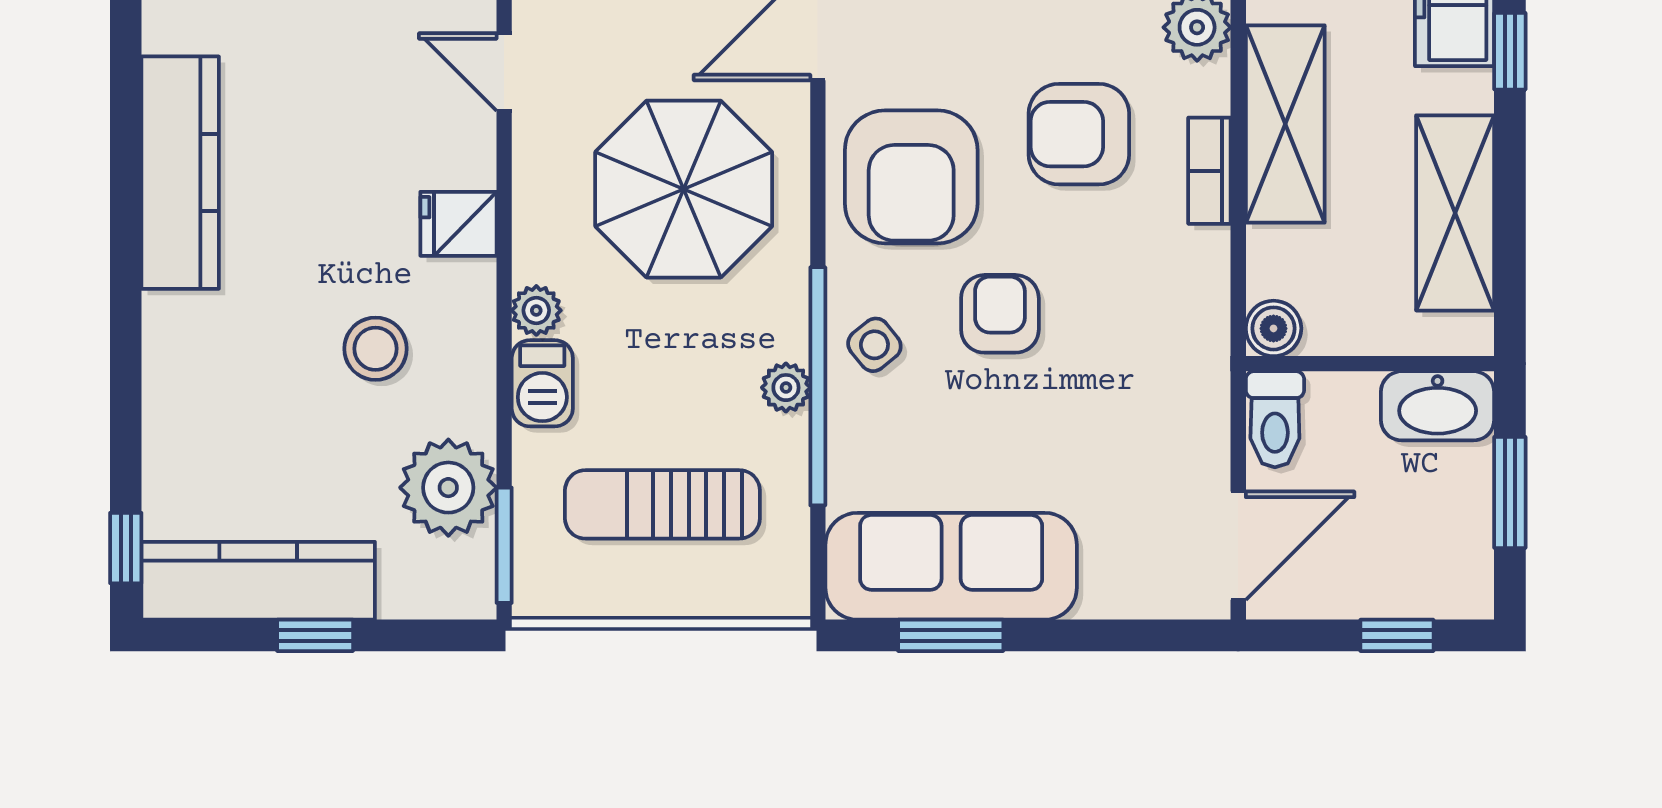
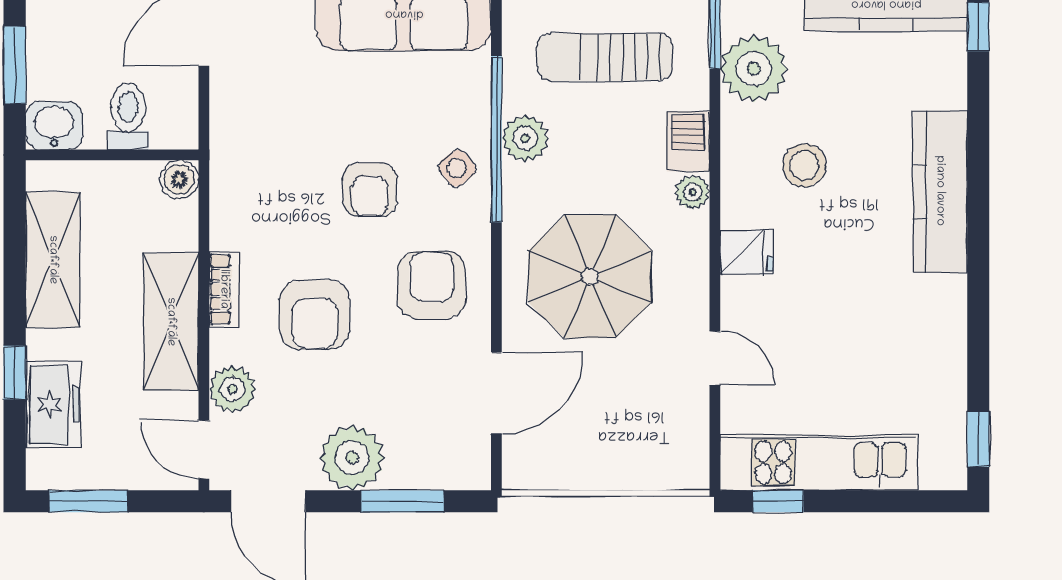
armchair: (1079, 134) -> (315, 315), turned 90
kitchen counter: (180, 173) -> (940, 191), moved
armchair: (911, 177) -> (431, 285), width x0.73, depth x0.73
plant: (786, 388) -> (525, 138), width x1.38, depth x1.38
washbasin: (1438, 406) -> (54, 126), width x0.72
toilet: (1275, 419) -> (128, 116), moved
sun lounger: (662, 504) -> (605, 57), turned 180

